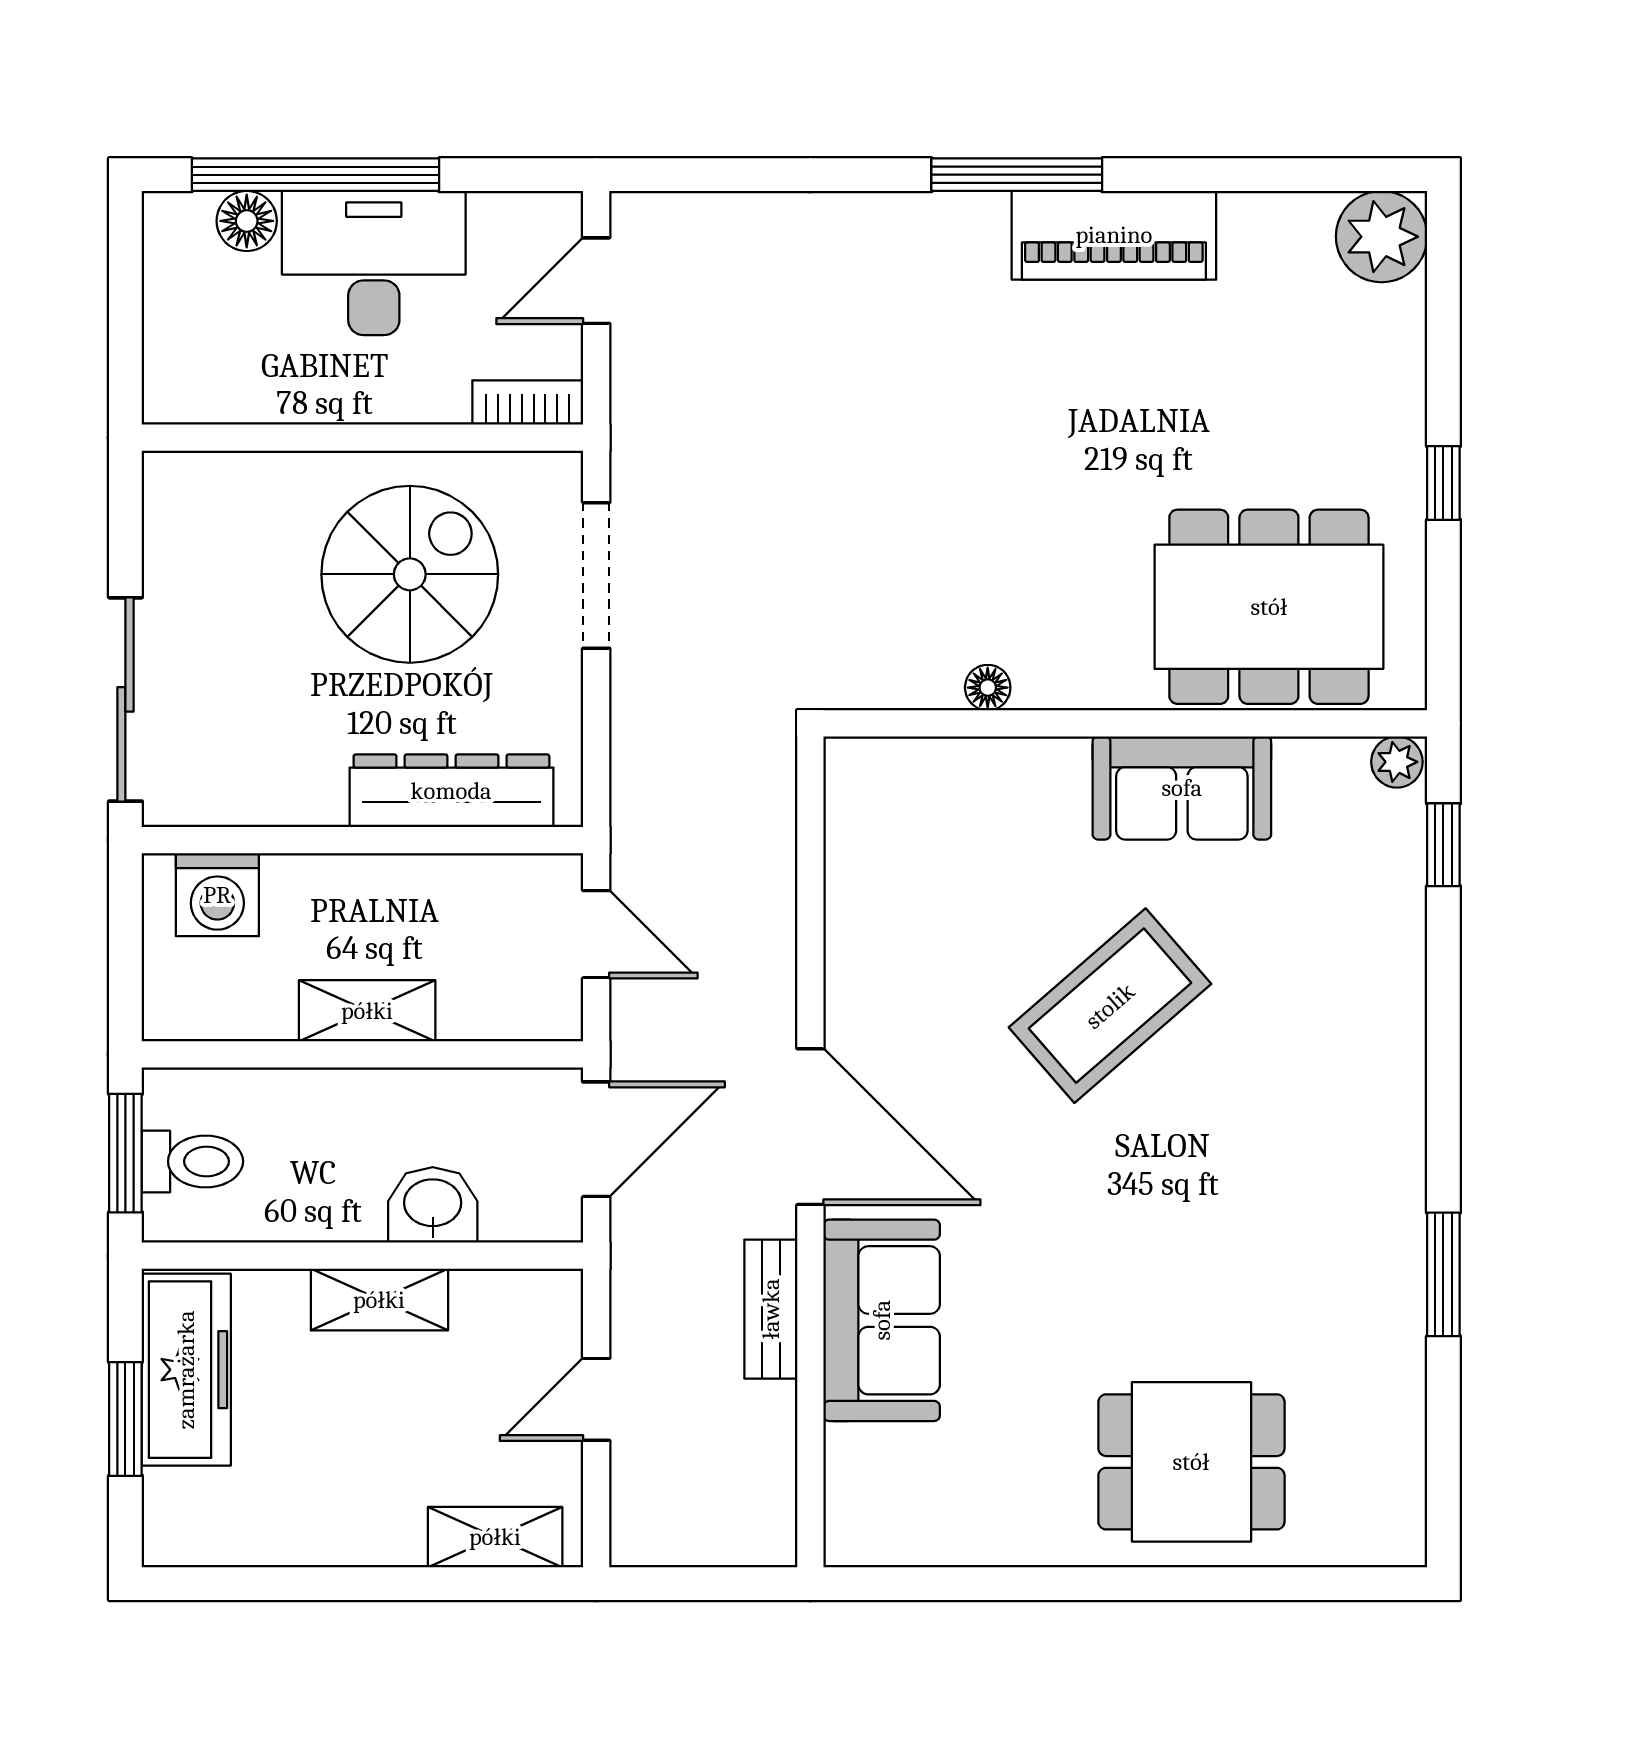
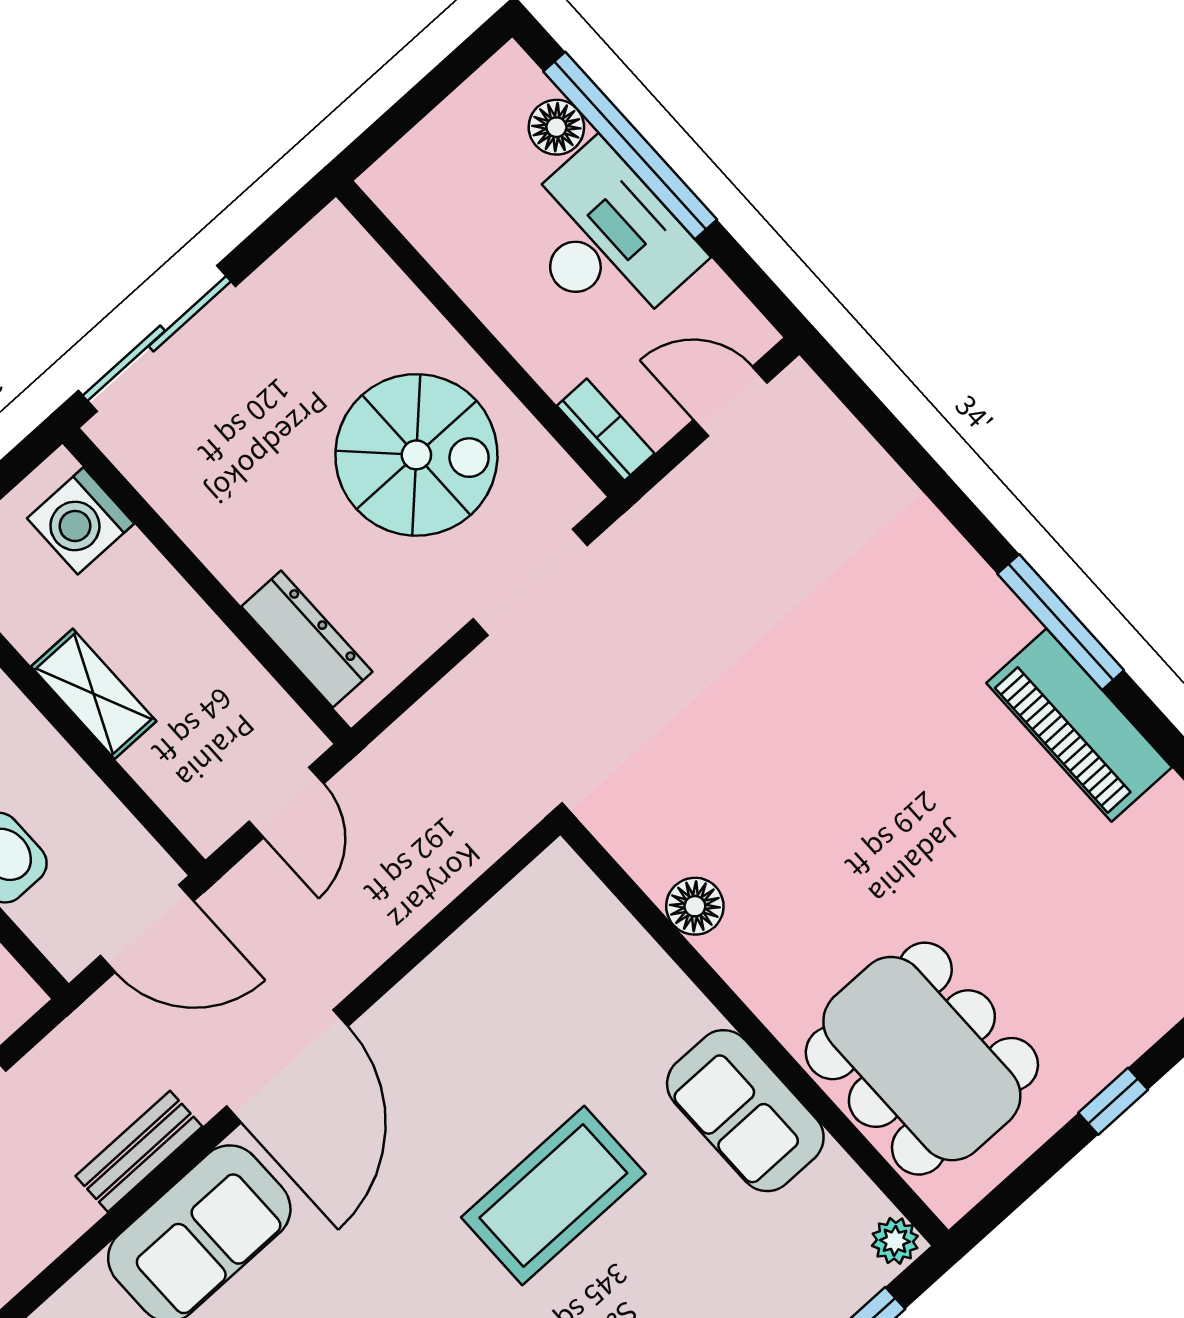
floor lamp: (988, 688) -> (695, 906), width x1.37, depth x1.37
dresser: (451, 791) -> (307, 639), width x0.73, depth x0.80
coffee table: (1110, 1006) -> (553, 1195), turned -49

